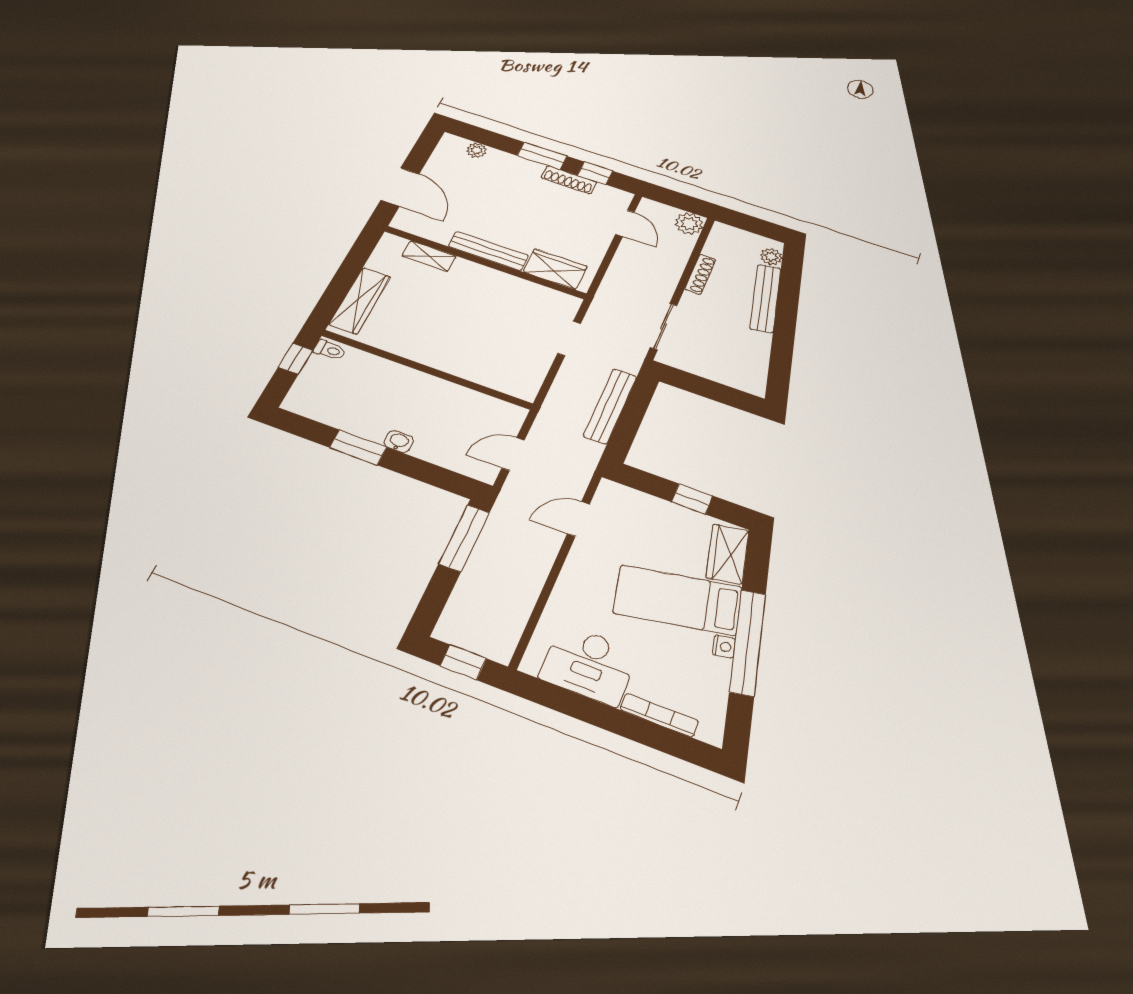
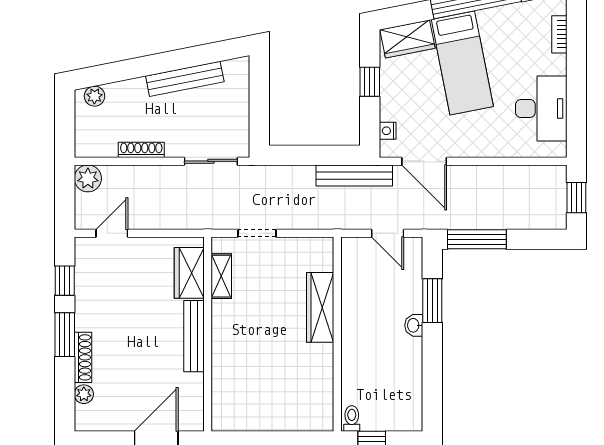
shoe rack: (569, 180) -> (83, 357), moved
shelving: (429, 256) -> (221, 276), moved
bench: (765, 298) -> (185, 79), moved
wardrobe: (360, 301) -> (320, 307), moved, turned -90
bench: (610, 406) -> (354, 176), moved
window: (358, 447) -> (432, 301), moved
door: (578, 519) -> (424, 161), width x1.38
nightstand: (724, 647) -> (388, 131), moved, turned -79
bookcase: (659, 715) -> (559, 34), width x0.64

